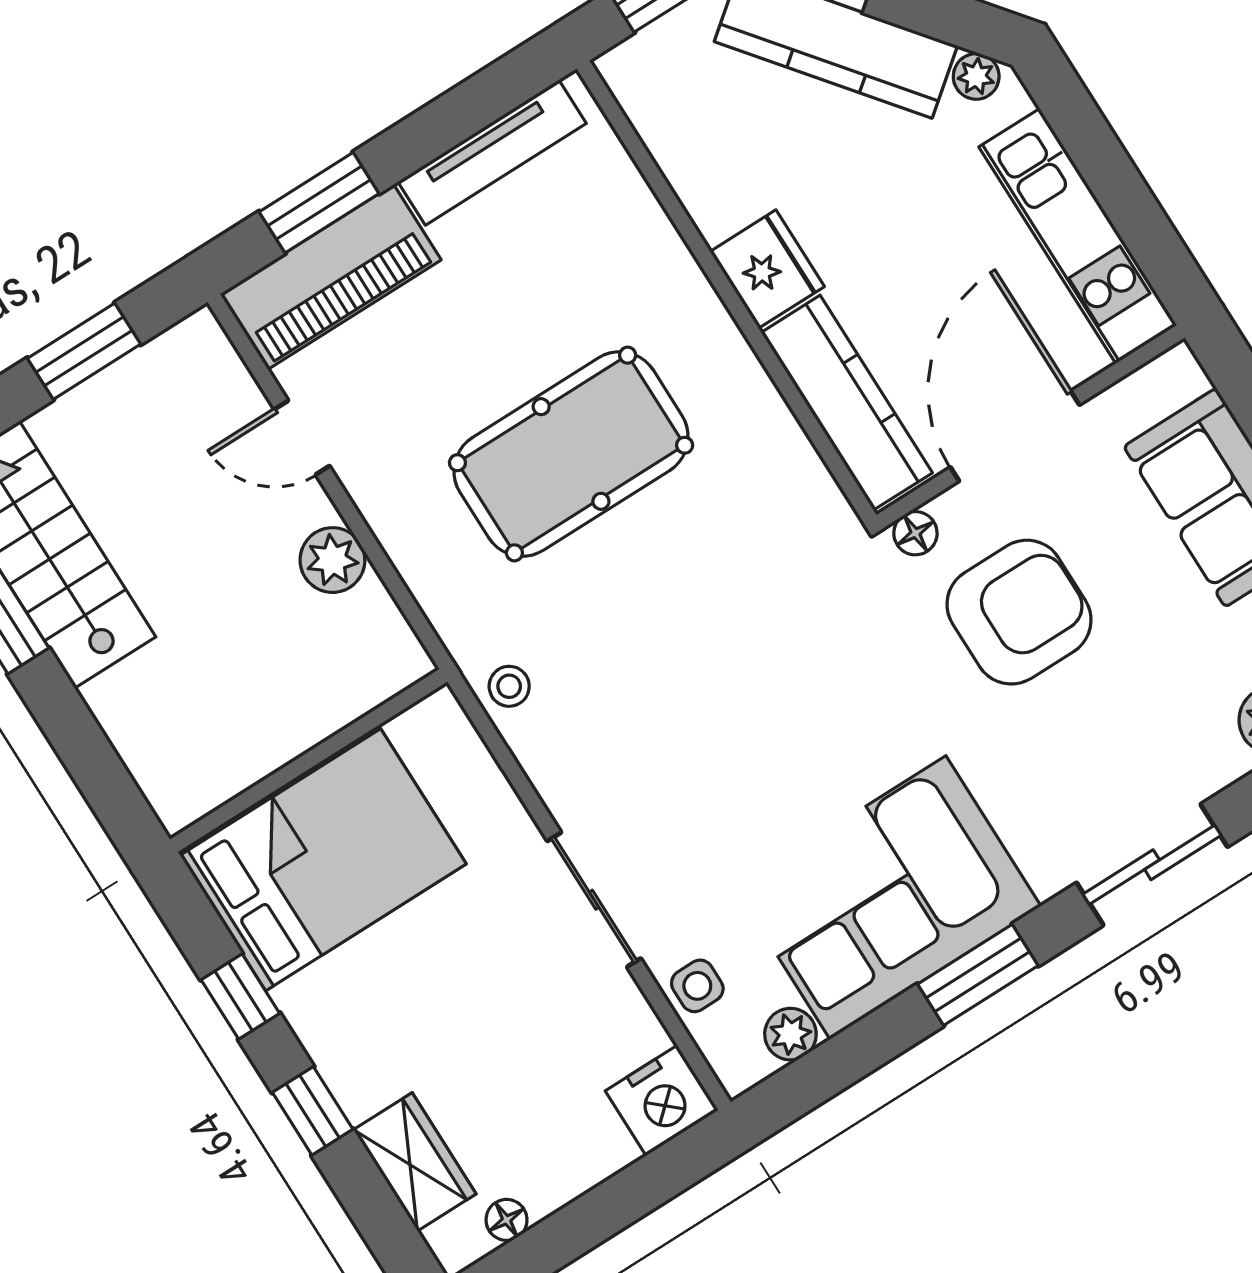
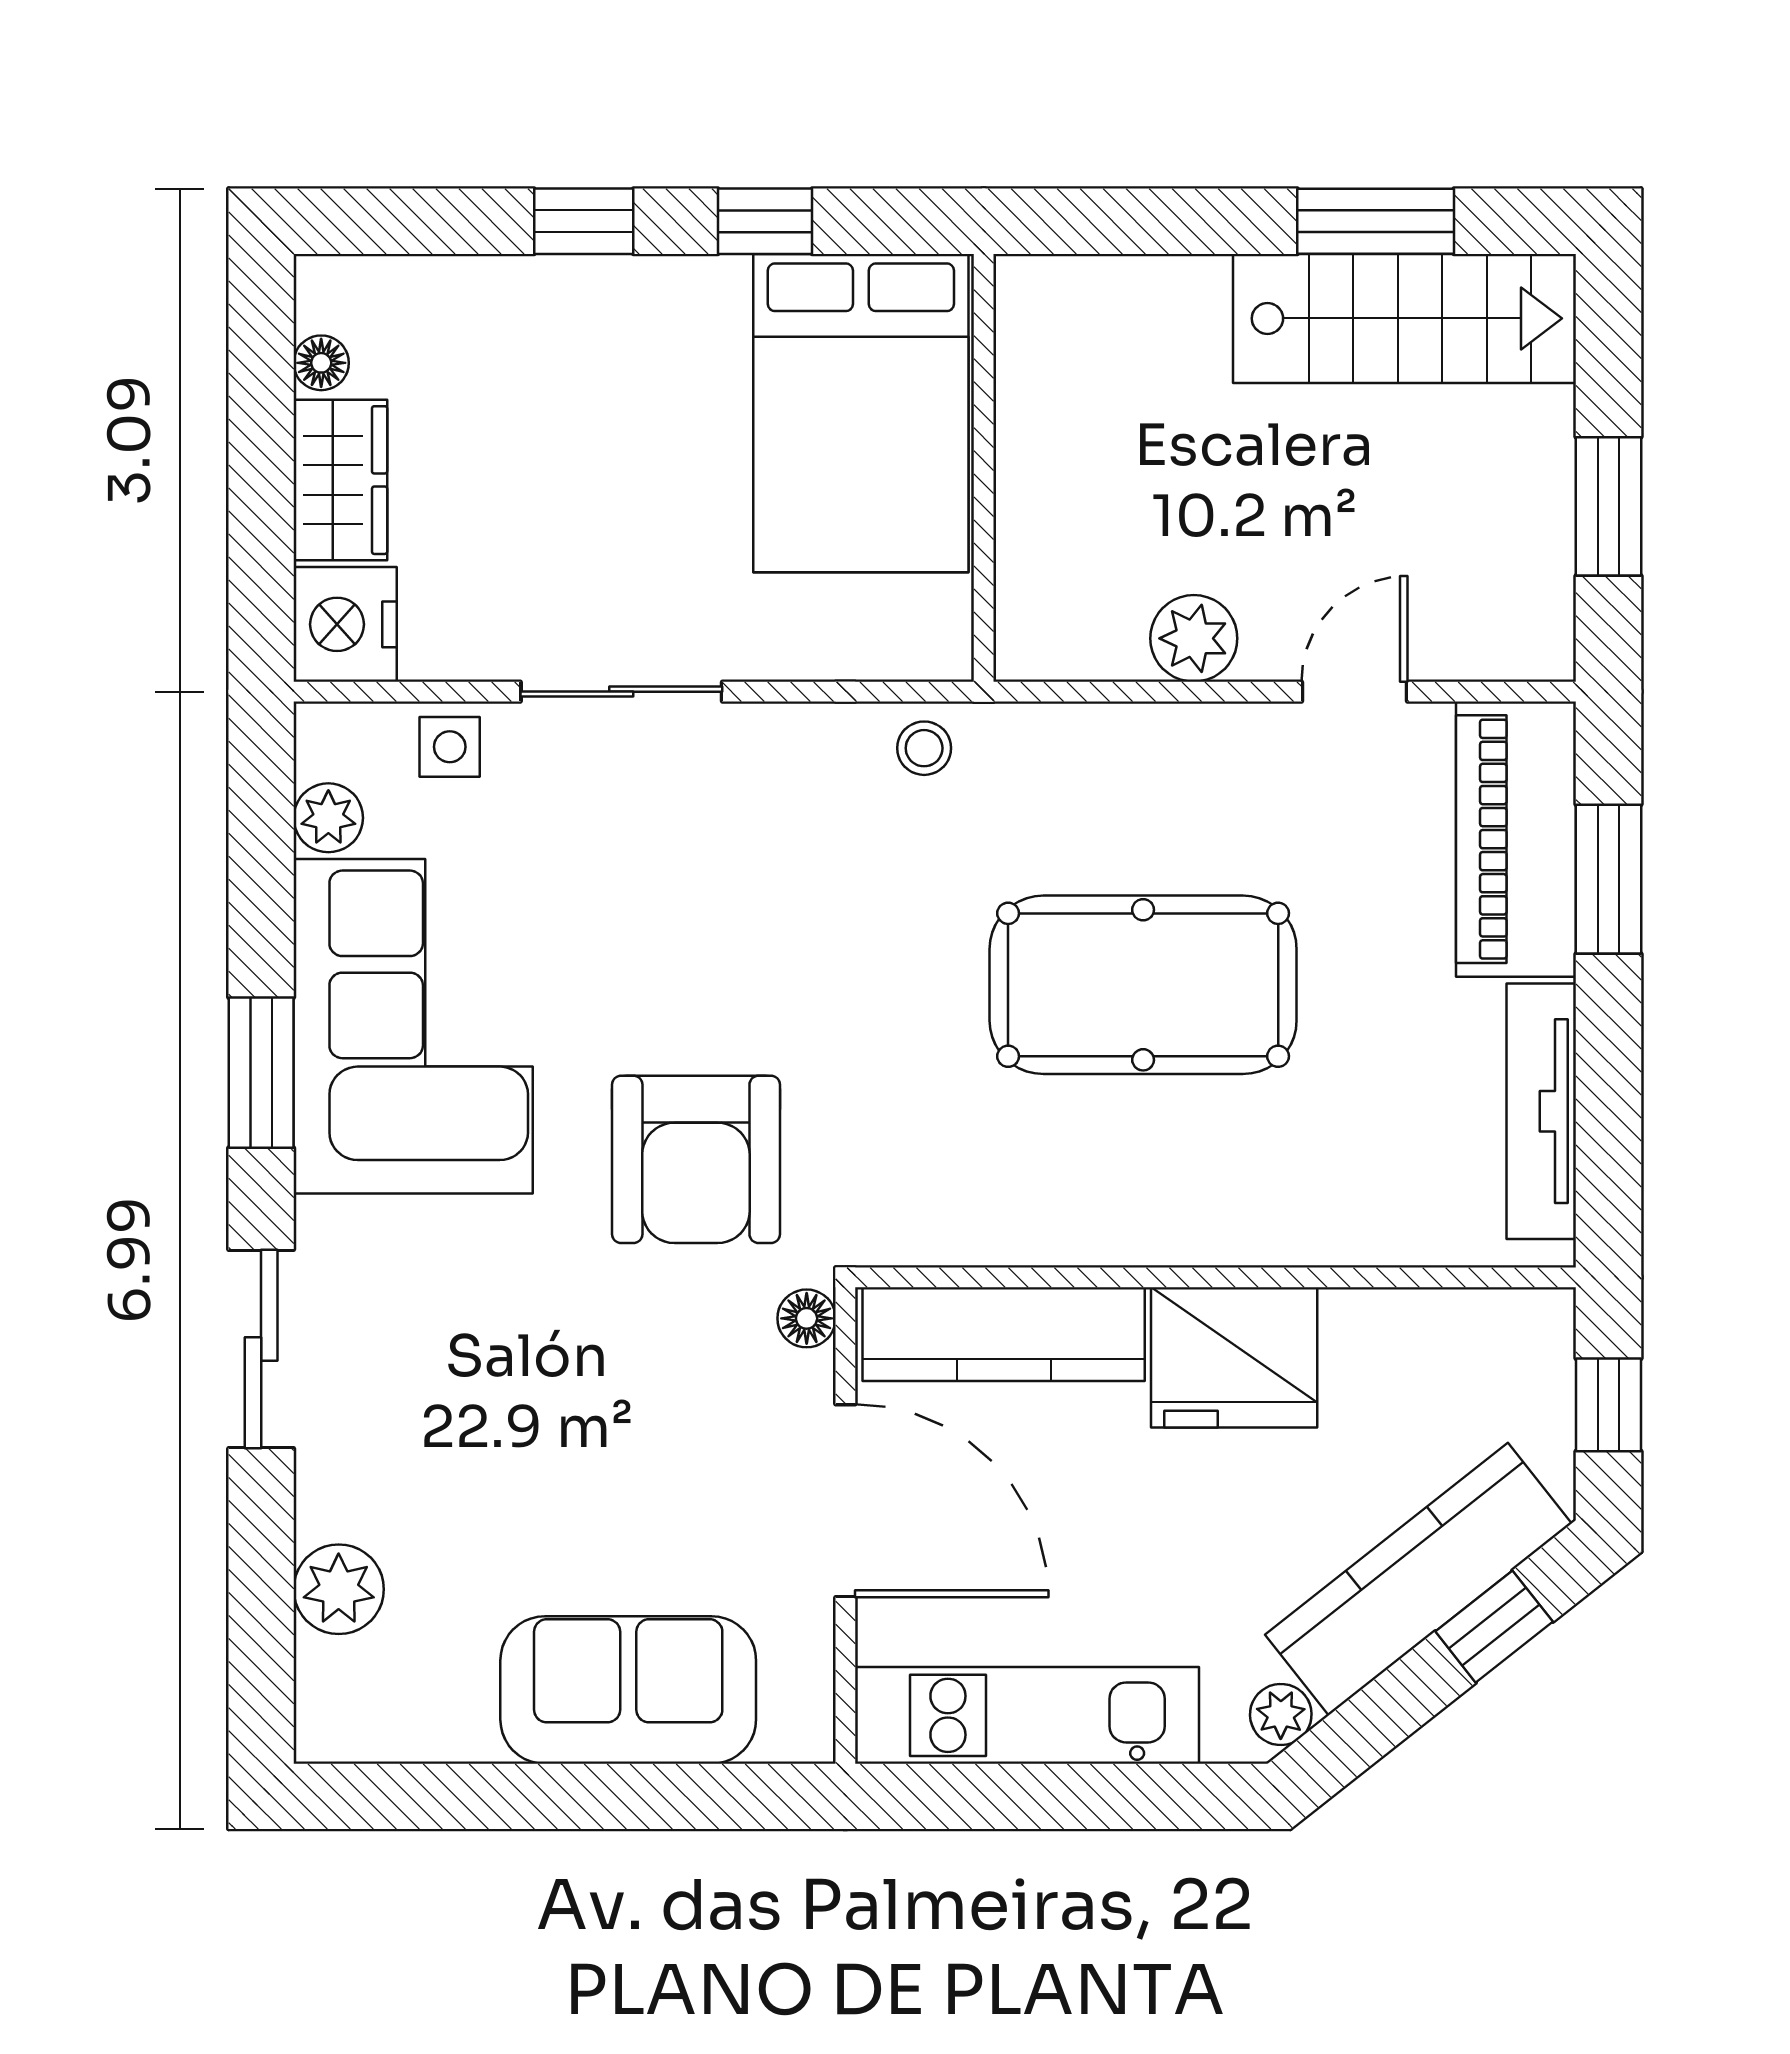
fridge: (767, 269) -> (1234, 1357), width x1.36, depth x1.34
pool table: (571, 454) -> (1143, 985), turned 90
armchair: (1019, 612) -> (696, 1159), moved
wardrobe: (415, 1162) -> (340, 480), moved, turned -90

